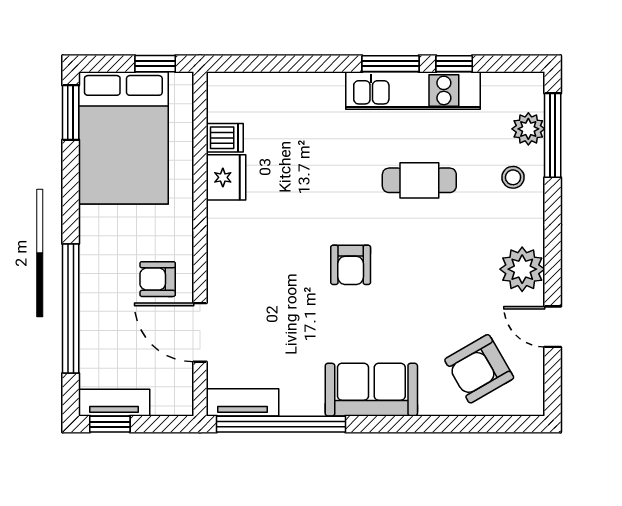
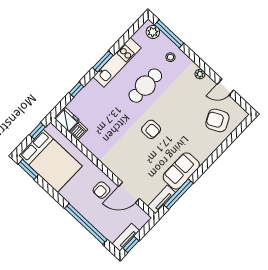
window: (454, 64) -> (76, 90), moved
plant: (528, 129) -> (153, 32), moved
fridge: (226, 177) -> (67, 120), moved
cafe table: (419, 180) -> (145, 86), width x1.37, depth x1.35
plant: (522, 269) -> (200, 74), width x0.53, depth x0.53
armchair: (479, 369) -> (217, 120), turned 94
sofa: (371, 390) -> (181, 171), moved
window: (281, 424) -> (179, 194), width x0.68

